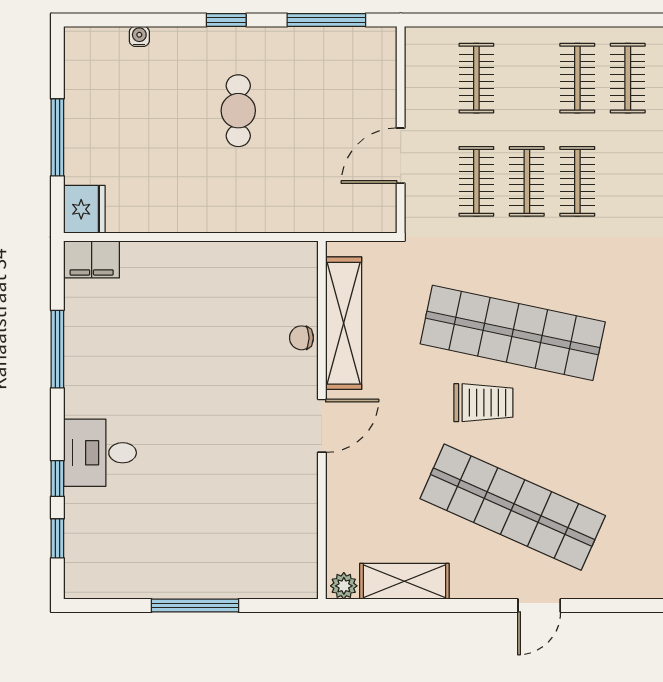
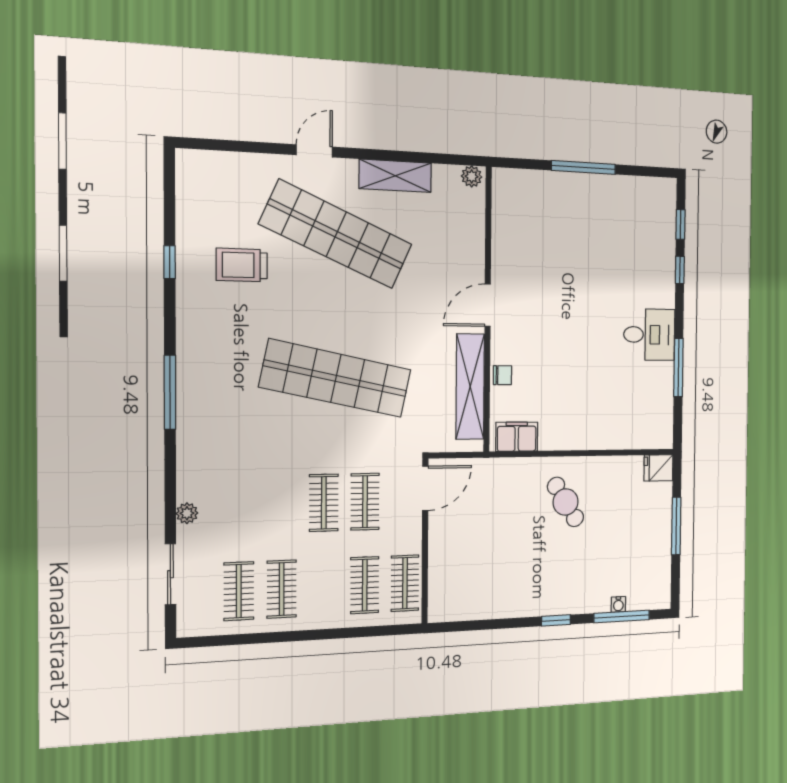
window: (326, 20) -> (622, 616), moved
cafe table: (238, 111) -> (566, 502), moved, turned -32
door: (401, 156) -> (425, 488), moved
clothes rail: (577, 181) -> (405, 583), moved
fridge: (84, 209) -> (658, 468), width x0.72
filing cabinet: (92, 259) -> (517, 437), moved
trolley: (483, 403) -> (242, 265), moved
desk: (100, 453) -> (649, 335), moved
shelving: (404, 581) -> (395, 176), moved

